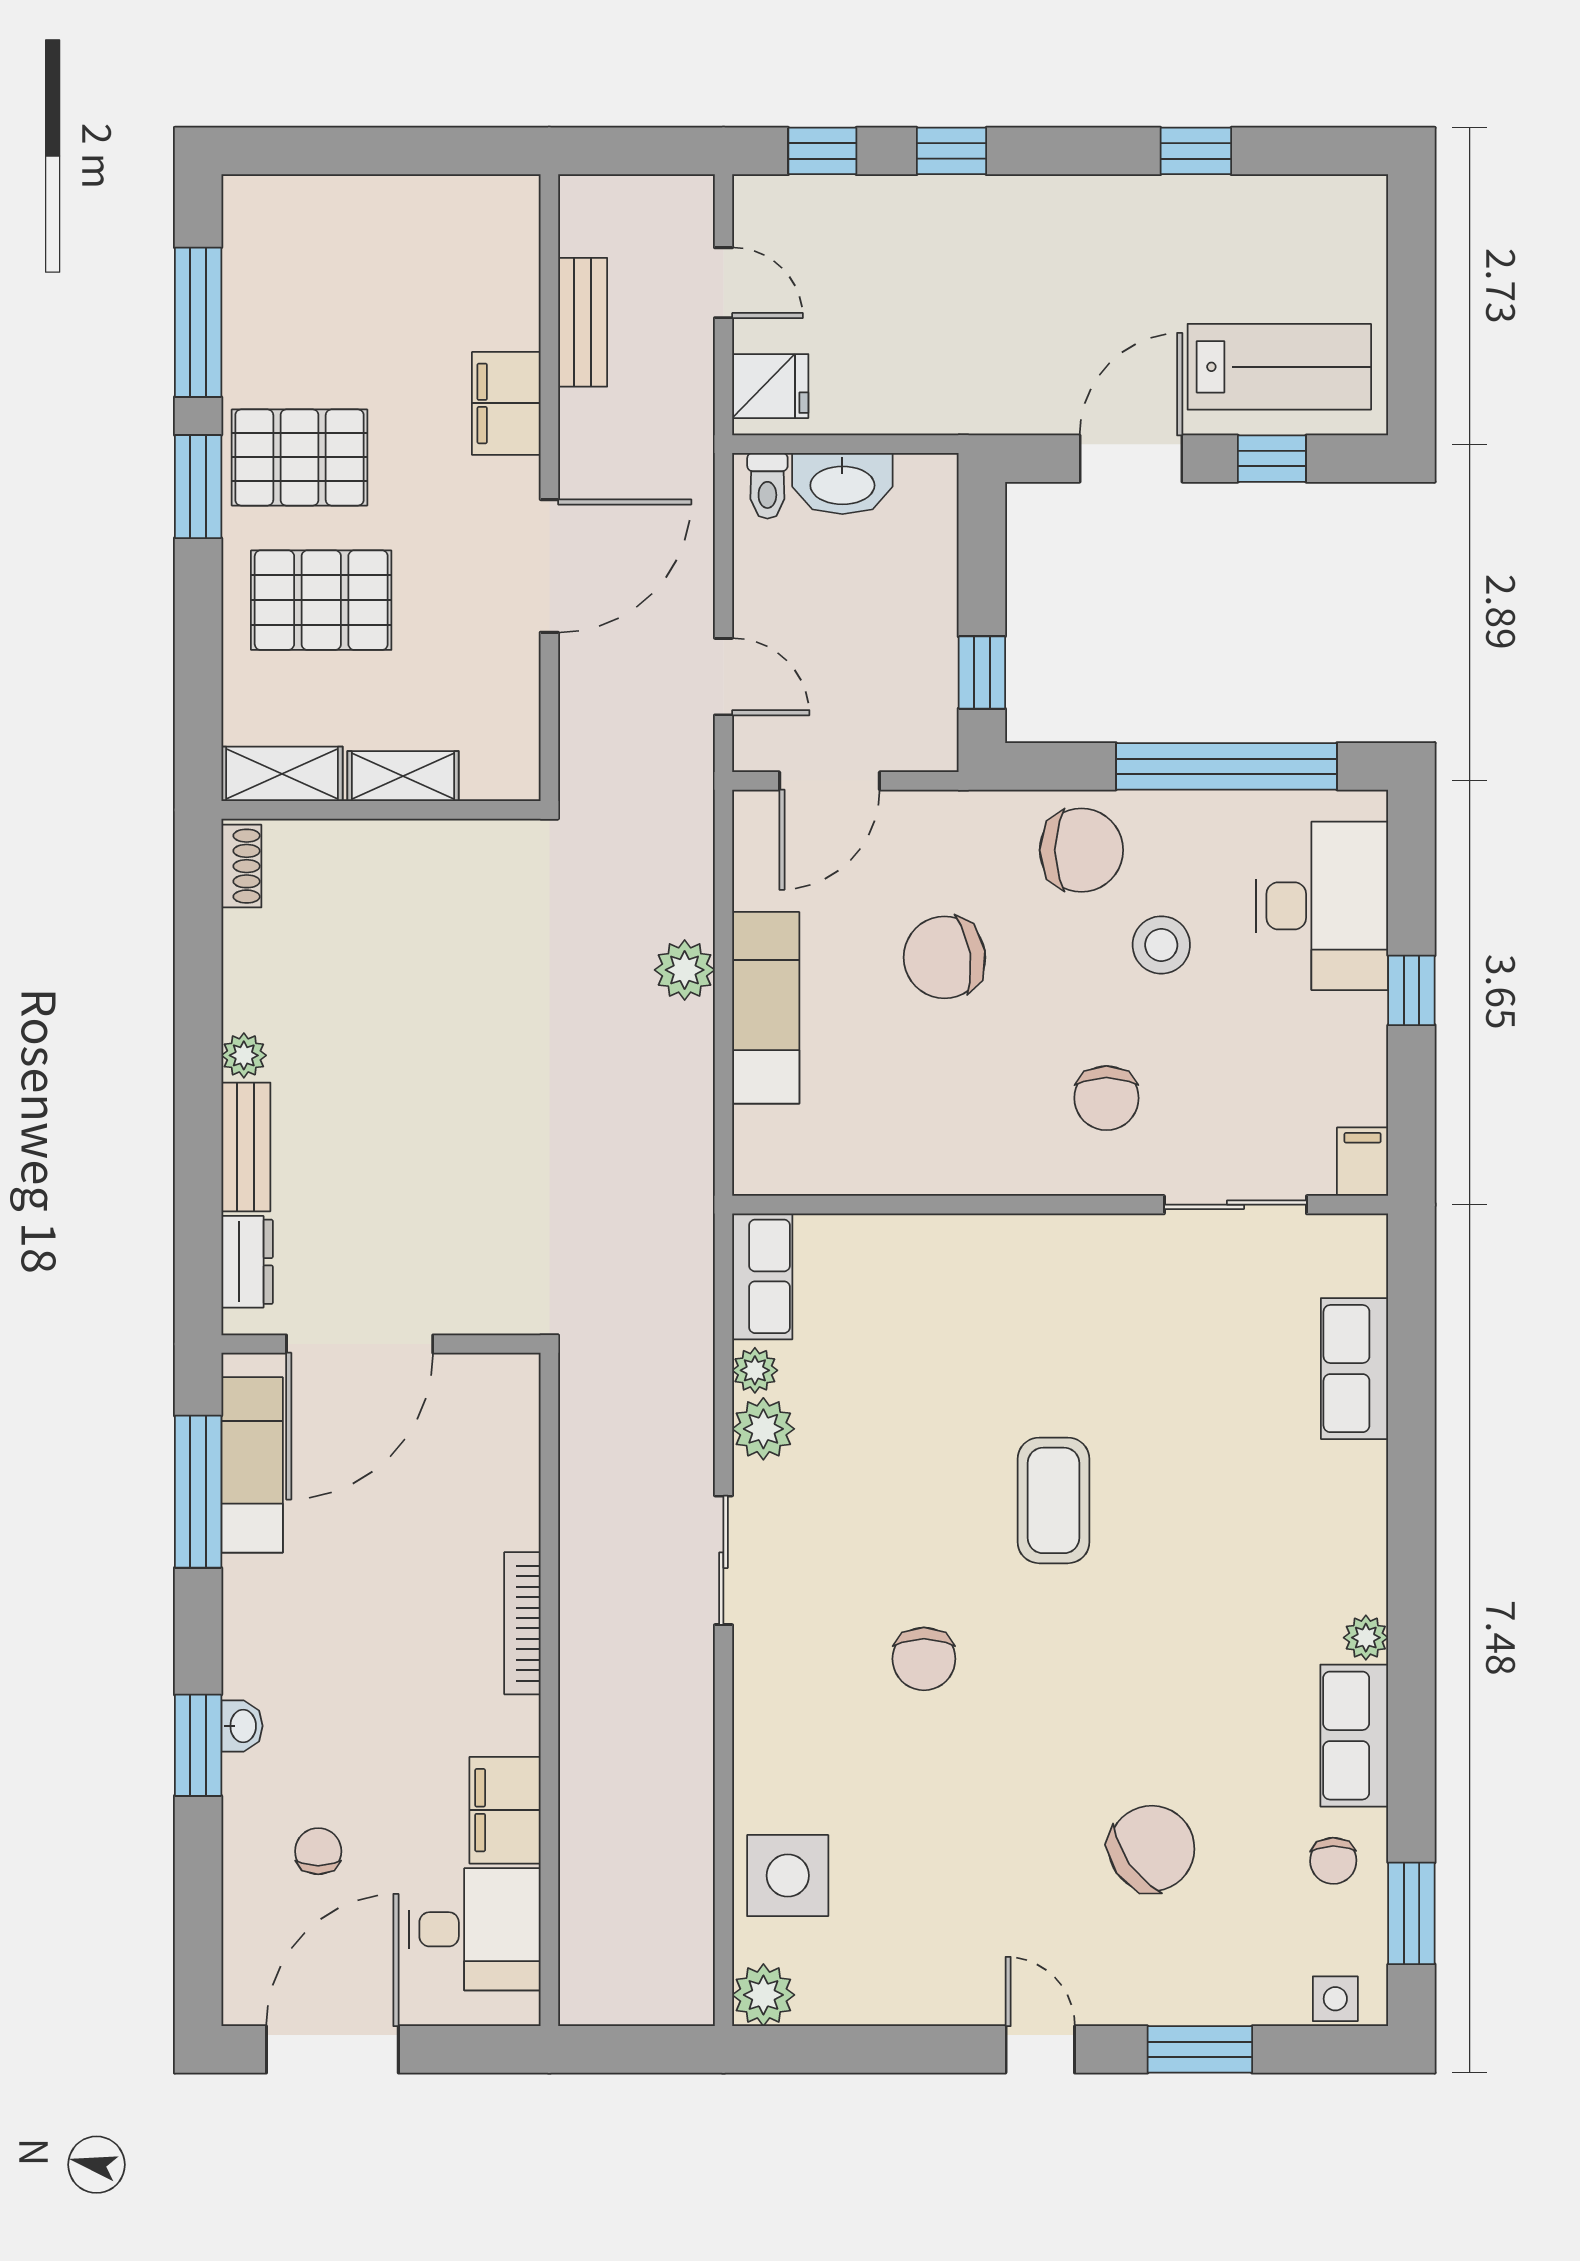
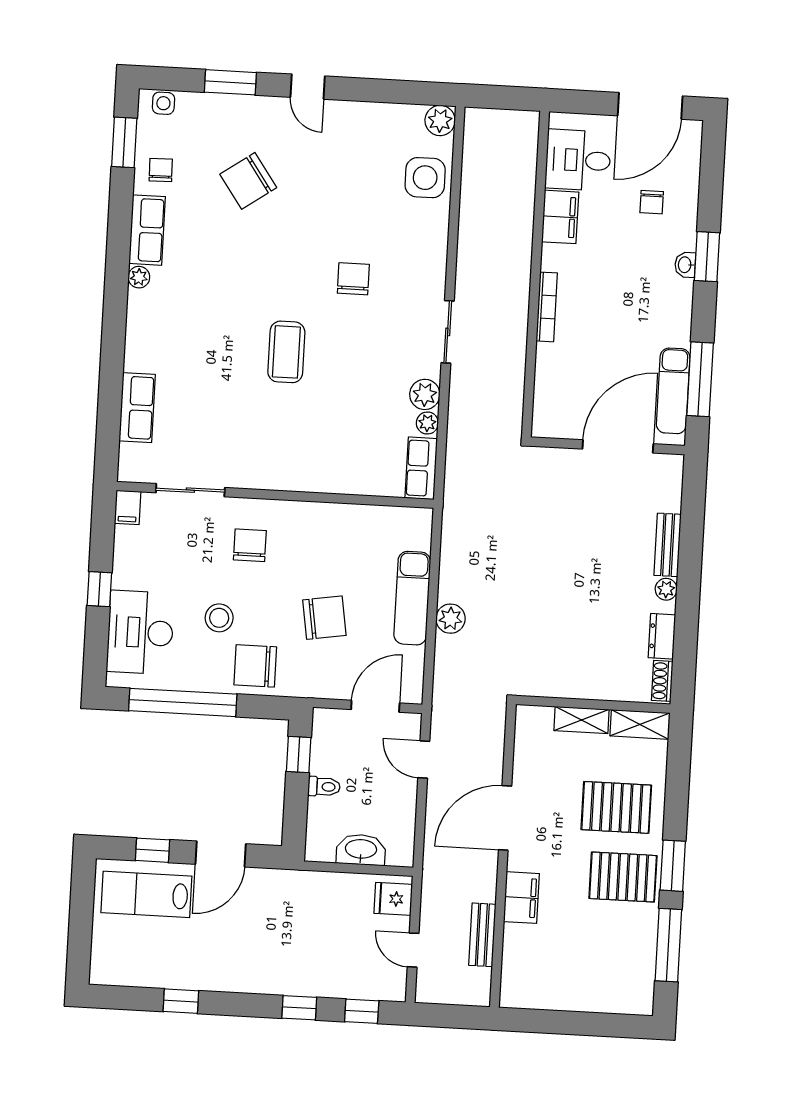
toilet: (767, 486) -> (324, 787), moved, turned 90
dresser: (247, 1262) -> (662, 636), moved

